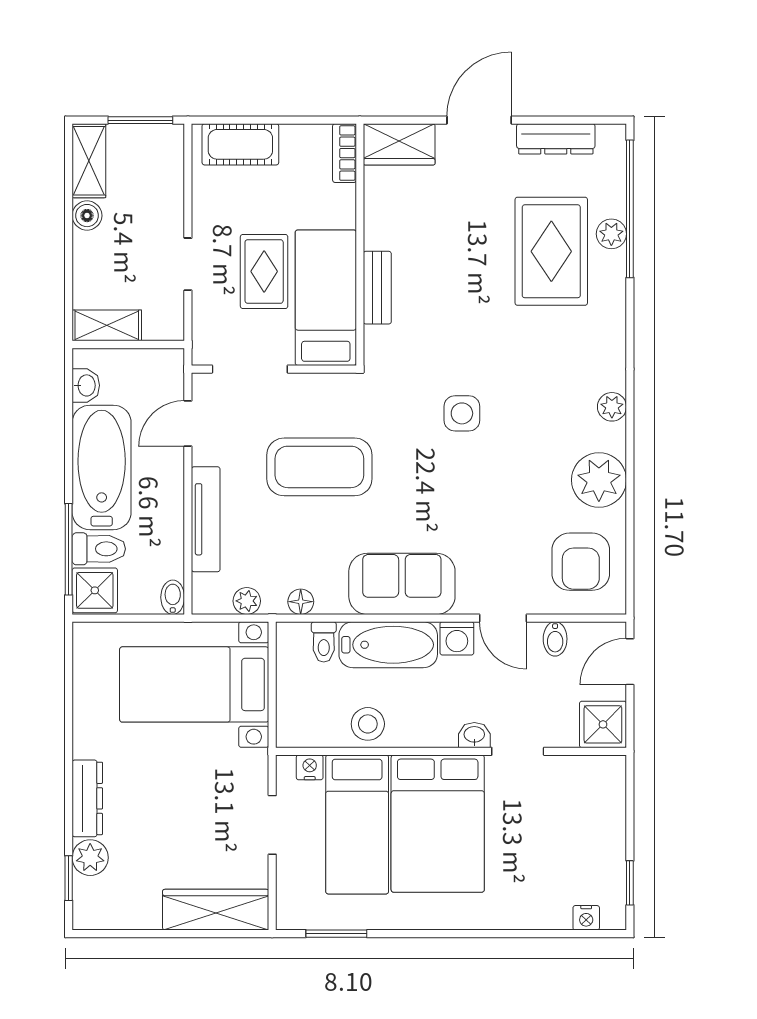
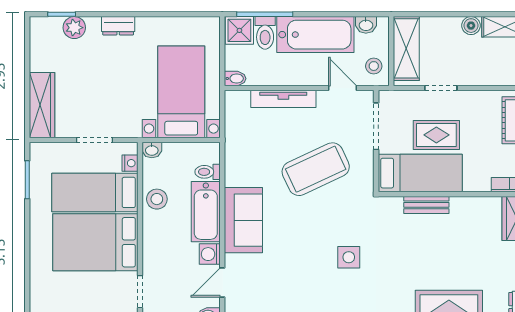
shelving: (107, 325) -> (406, 48), width x1.50, depth x1.33
stool: (152, 373) -> (374, 66), added
coffee table: (319, 467) -> (316, 169), turned 65
plant: (247, 601) -> (233, 124), removed
floor lamp: (301, 602) -> (232, 158), removed
washbasin: (474, 735) -> (152, 150), moved, turned 90
dresser: (87, 798) -> (118, 26), width x0.70

